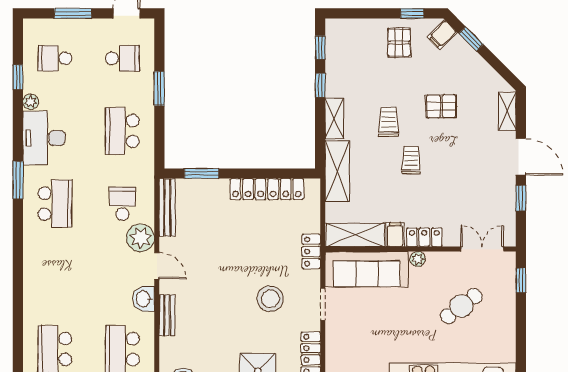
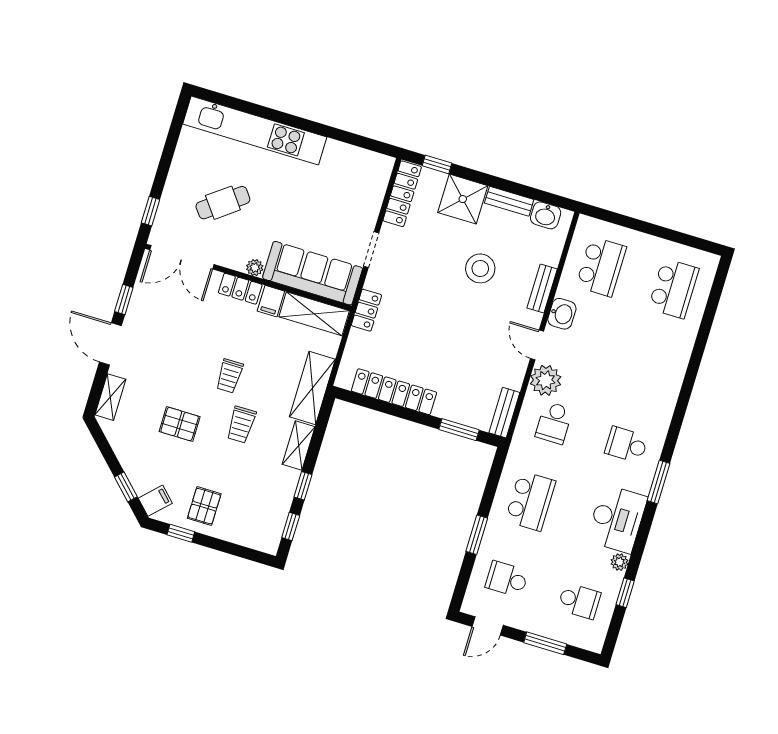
school desk: (55, 204) -> (626, 445), width x0.54
bench: (167, 207) -> (504, 413), width x0.73
double door: (482, 249) -> (182, 257), width x1.37
stool: (270, 299) -> (480, 268), moved

